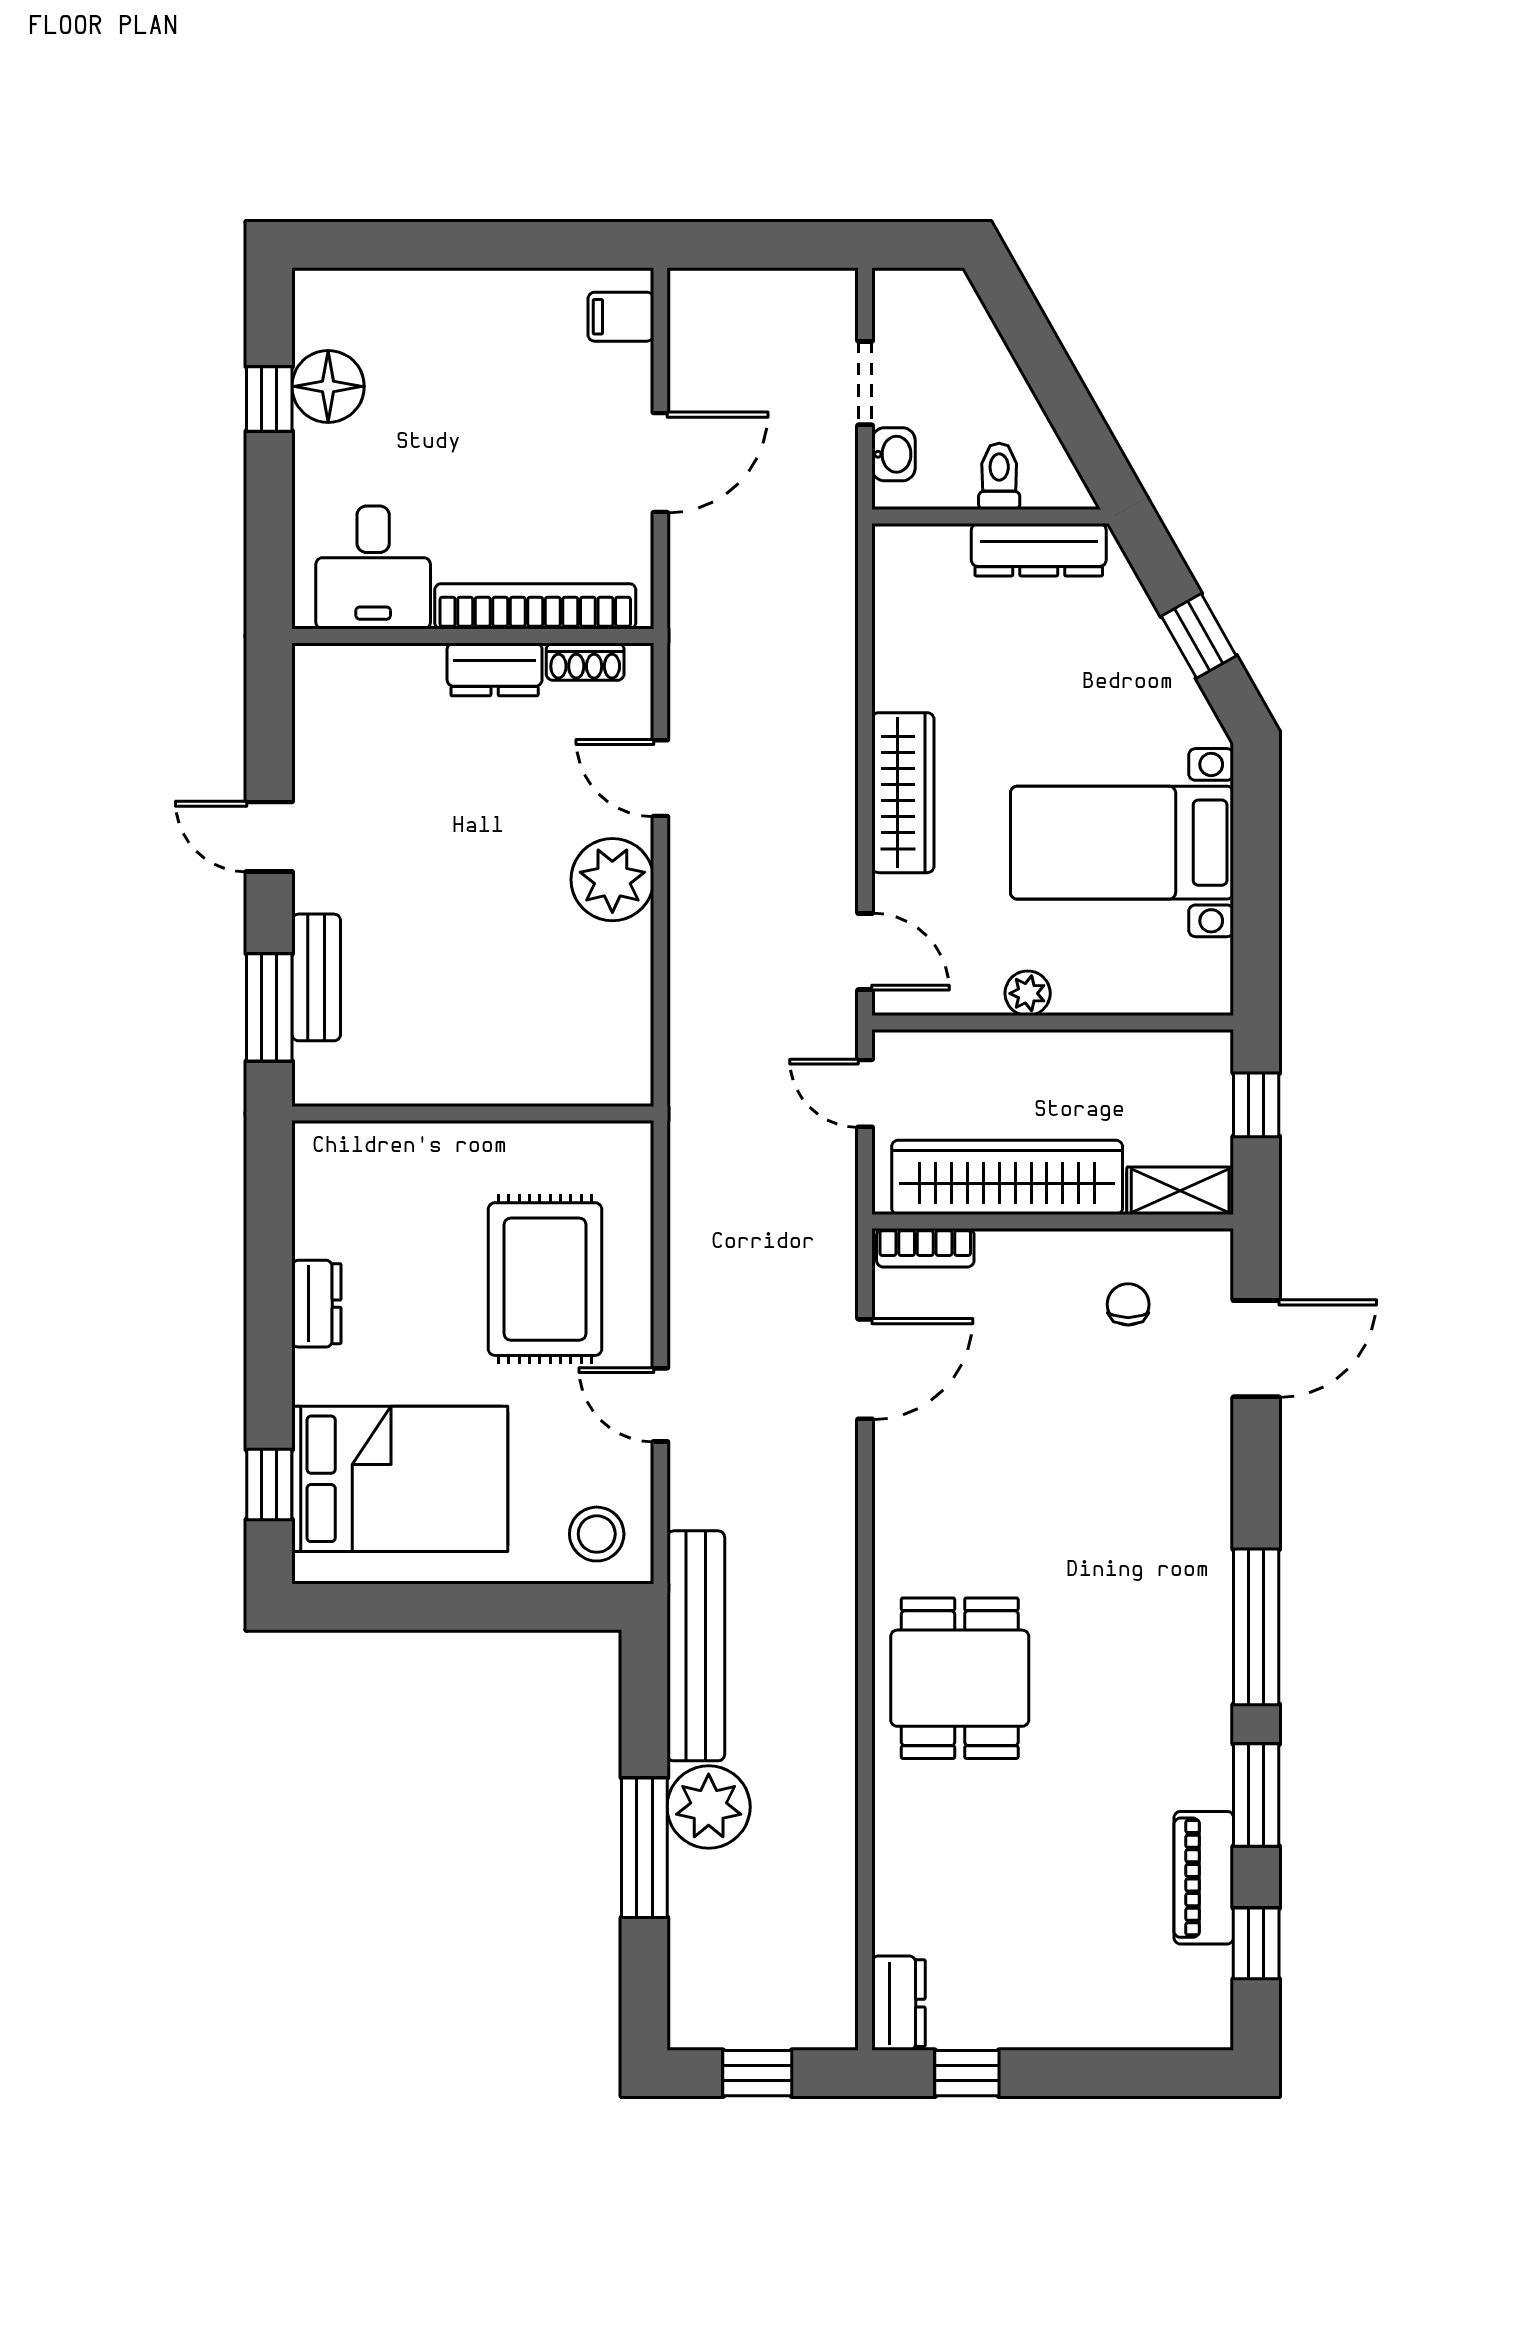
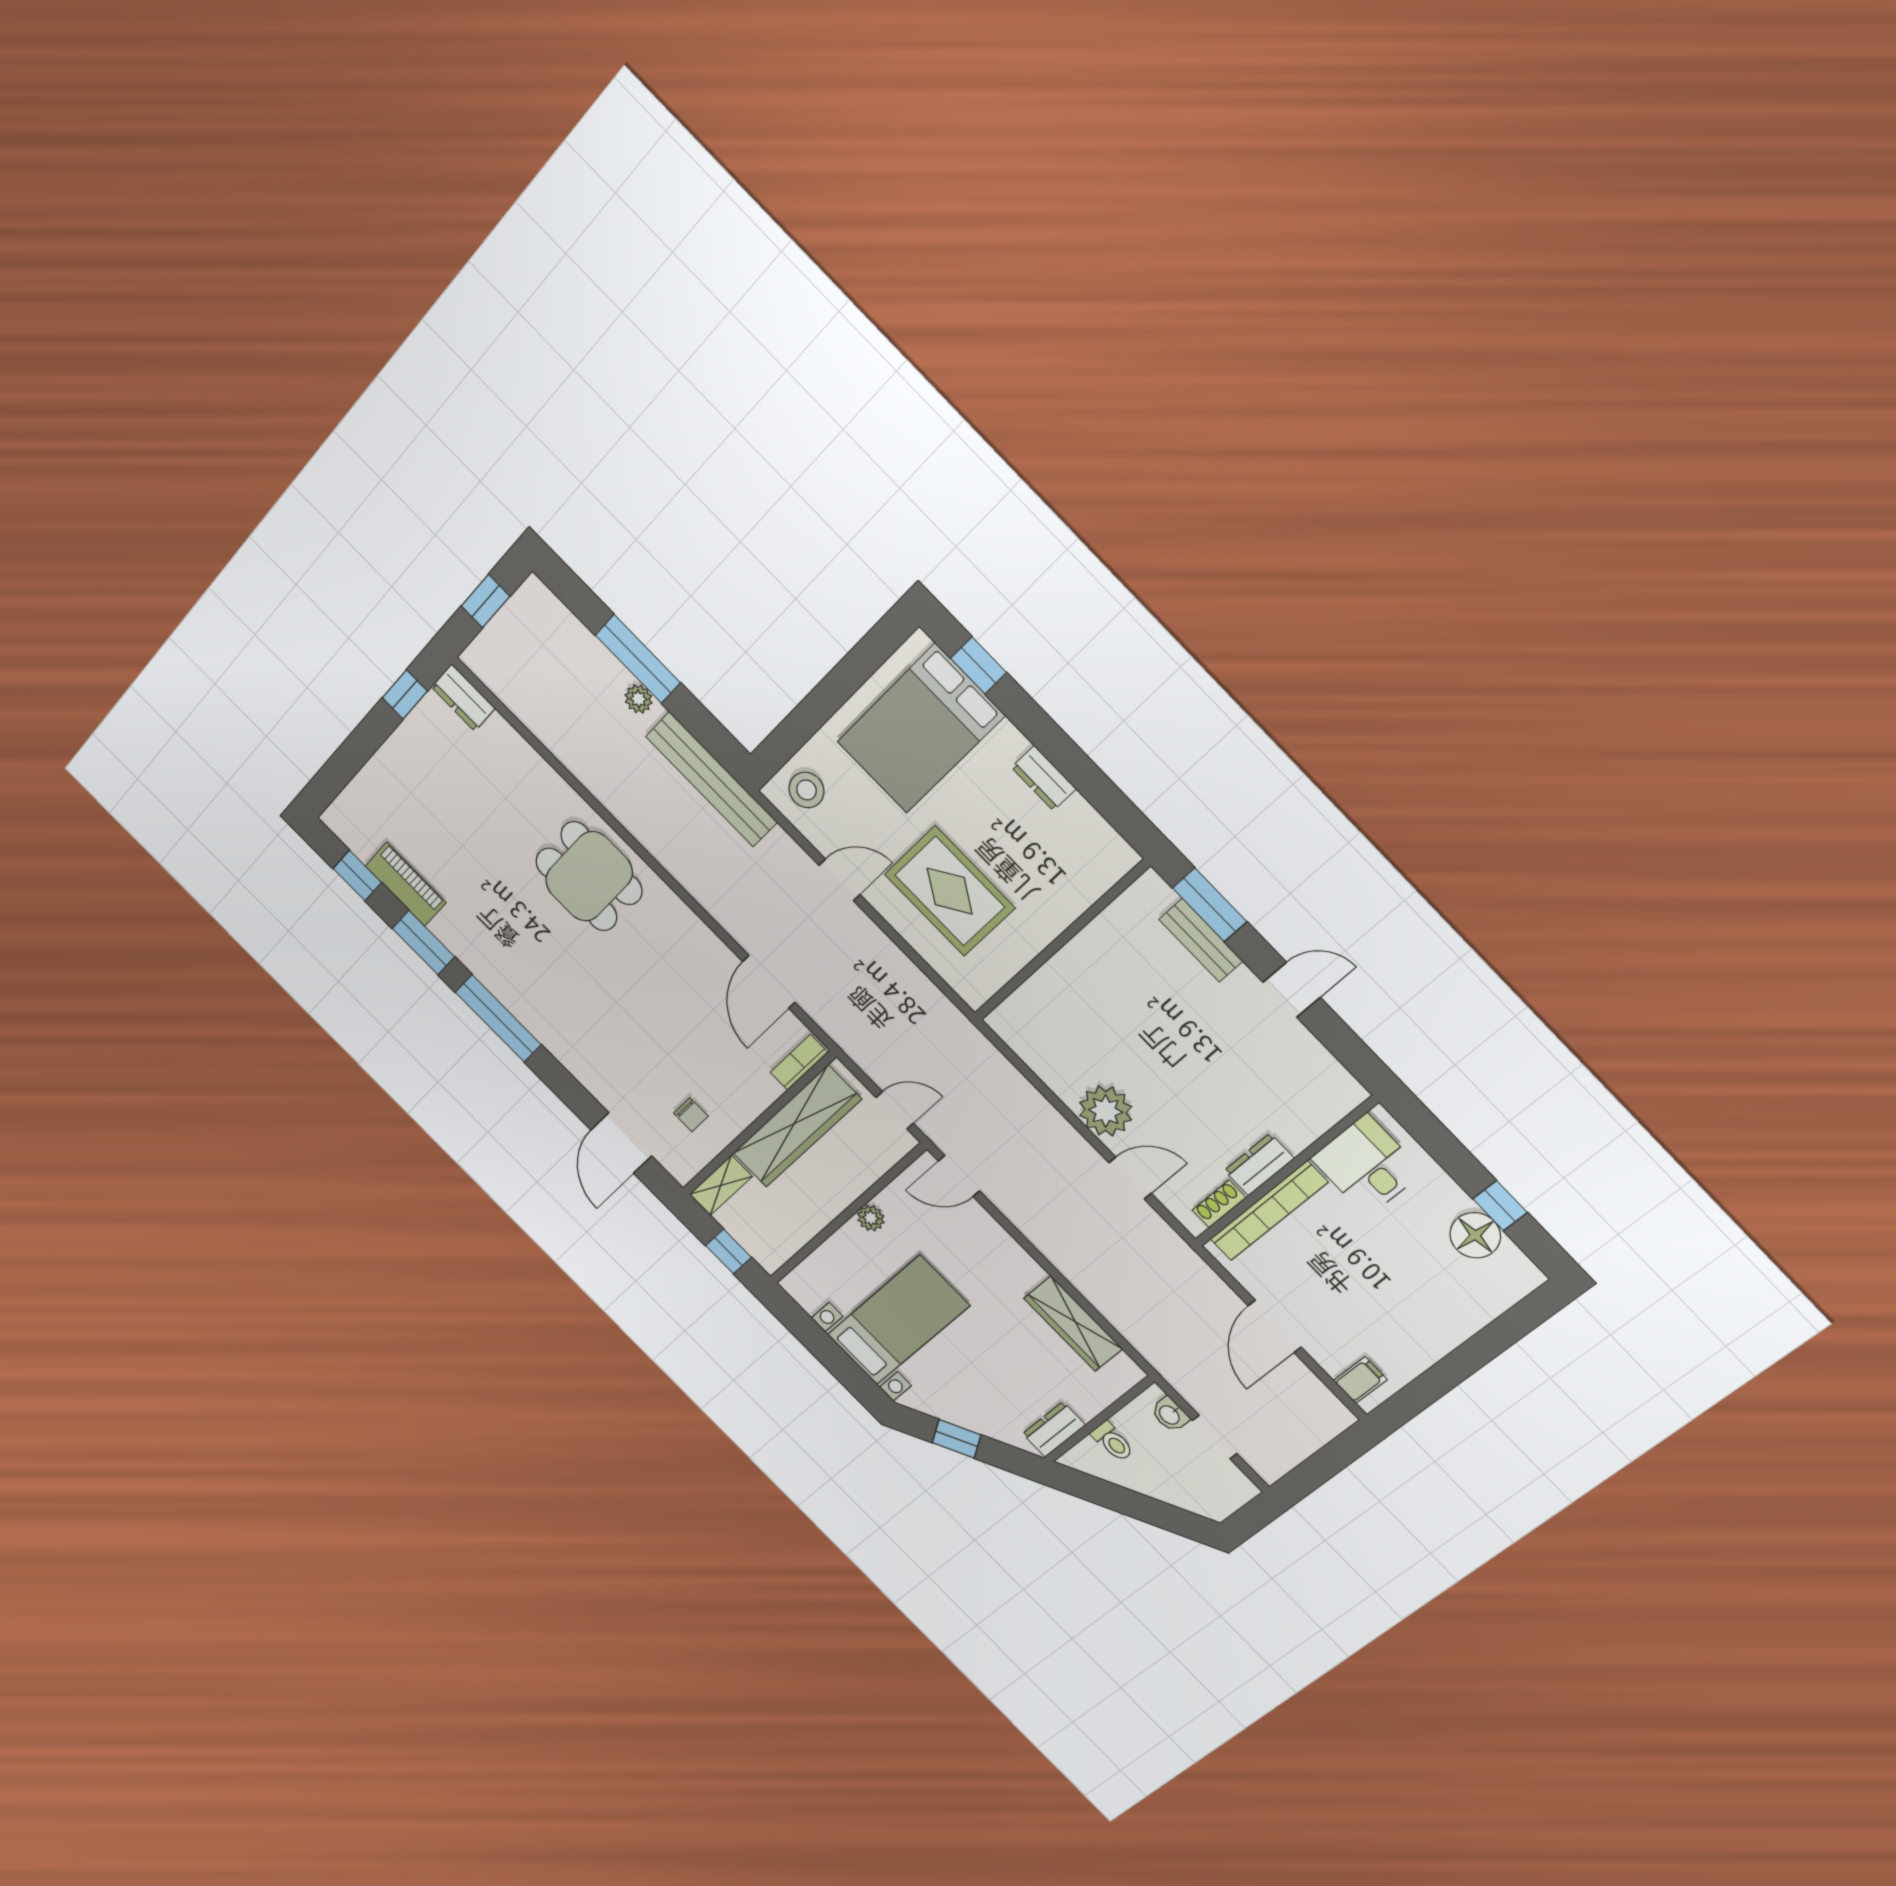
dresser: (1039, 550) -> (1054, 1429), width x0.70
wardrobe: (903, 793) -> (1073, 1324), moved
plant: (709, 1807) -> (638, 699), width x0.53, depth x0.53

